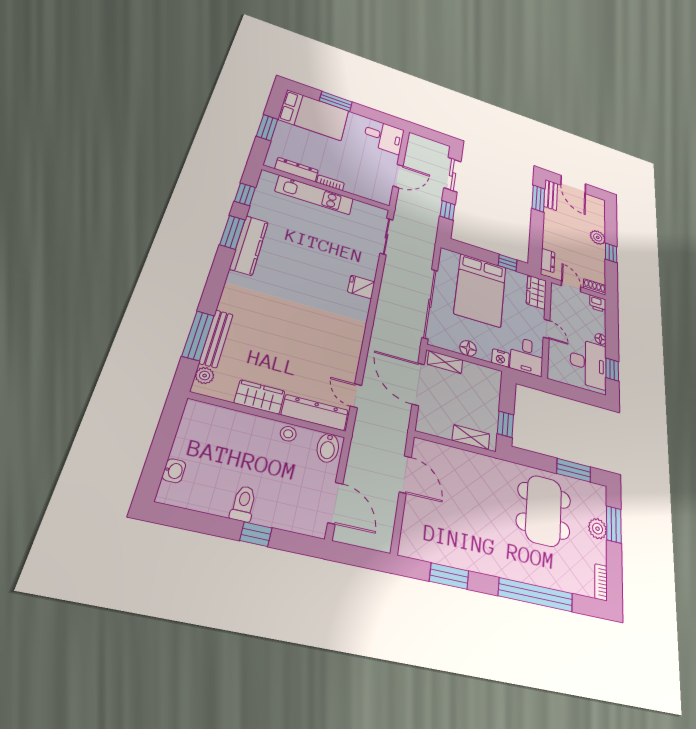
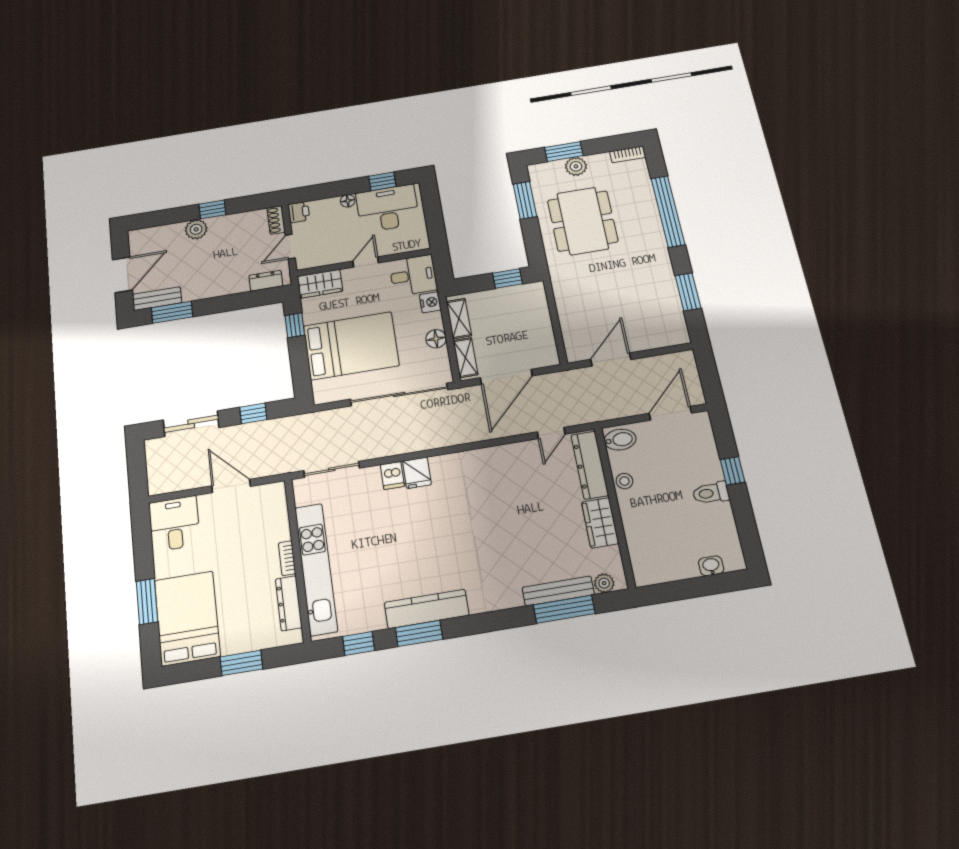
kitchen unit: (314, 195) -> (316, 569), width x1.36
dishwasher: (366, 271) -> (392, 475), added
shelving: (471, 437) -> (459, 319), moved
dining table: (544, 511) -> (583, 221), turned 90

